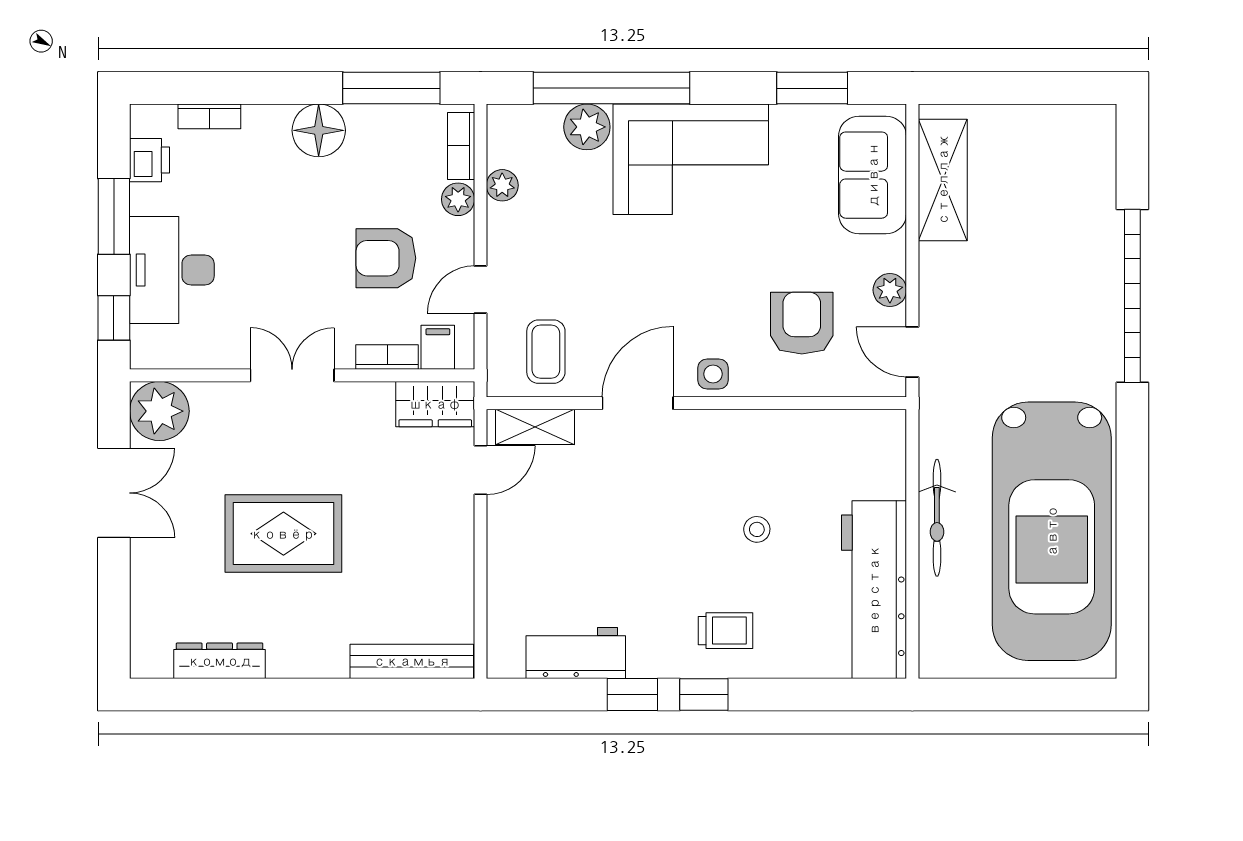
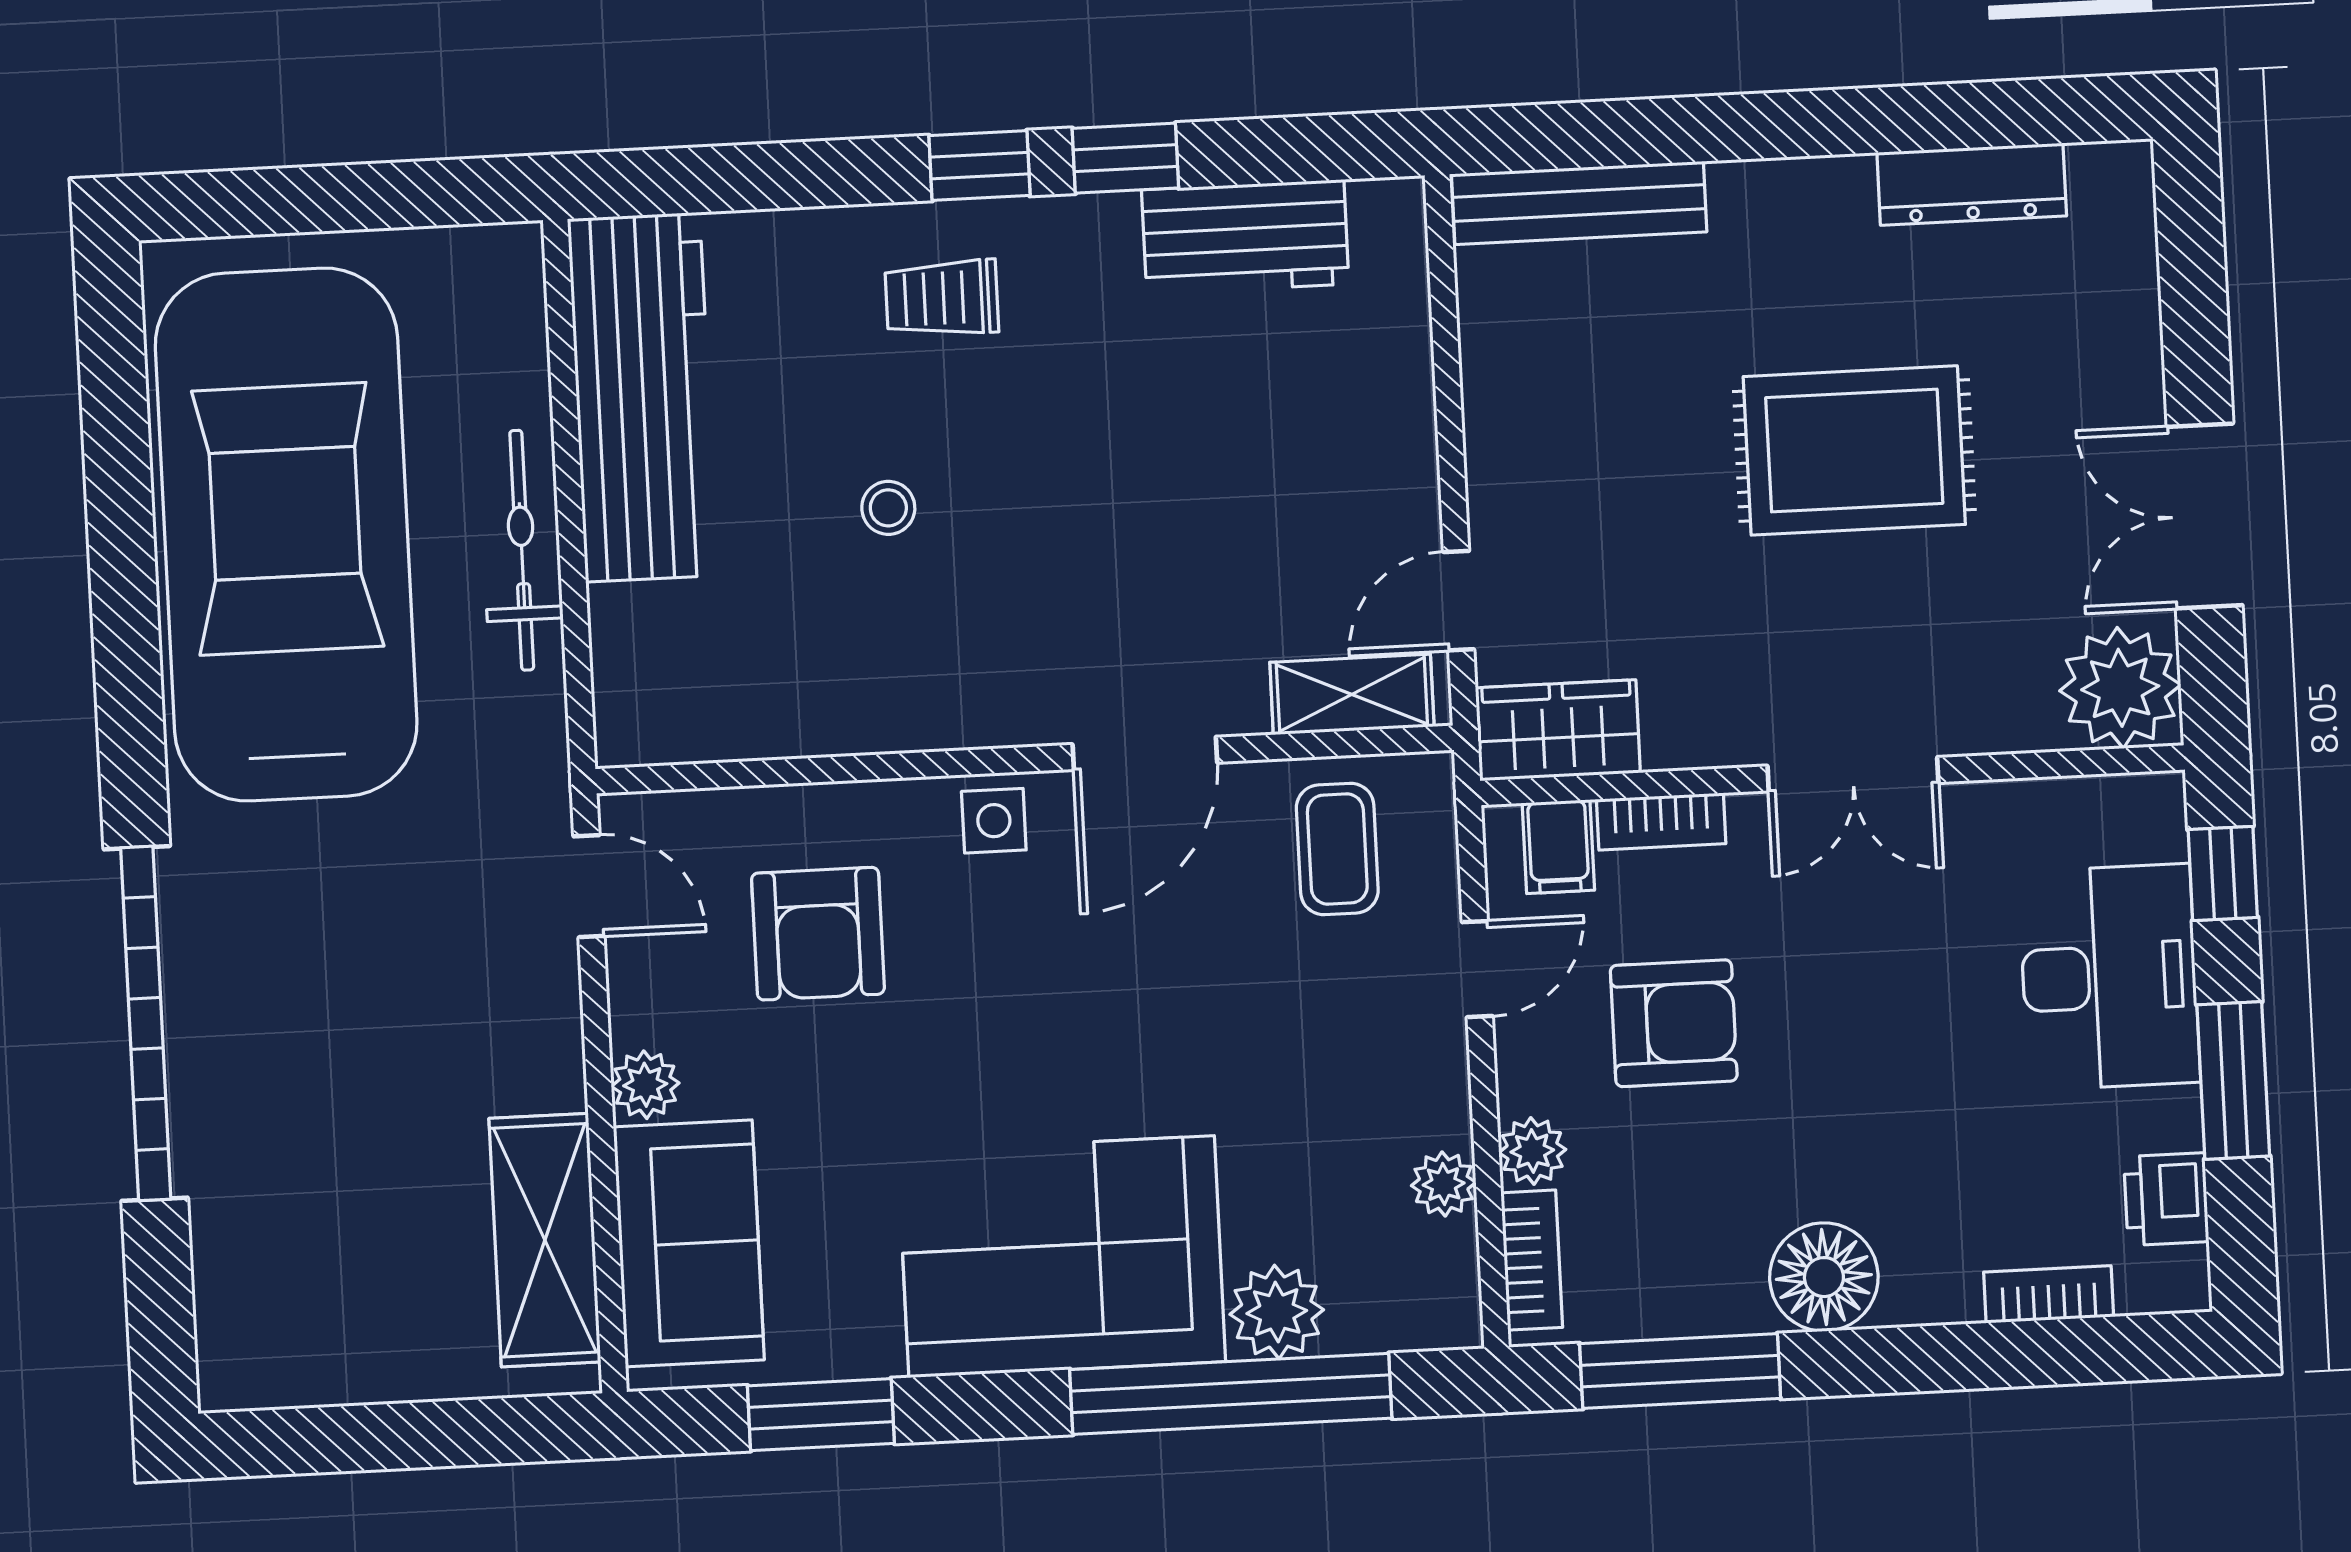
plant: (890, 290) -> (645, 1085), moved

